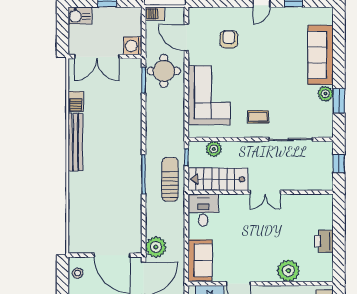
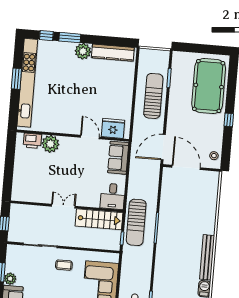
plant: (214, 149) -> (100, 243), removed
sun lounger: (170, 179) -> (136, 222), width x1.36, depth x1.34
printer: (324, 241) -> (32, 141), moved, turned 90
plant: (156, 247) -> (152, 171), removed

